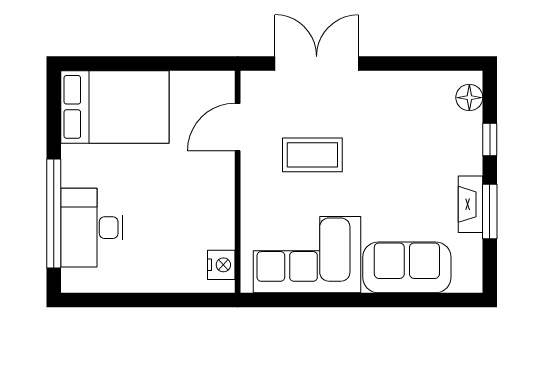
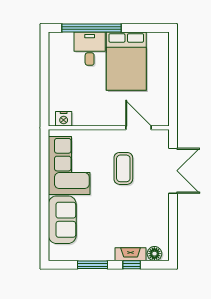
bed: (115, 107) -> (126, 61), moved
fireplace: (471, 204) -> (131, 254), moved
desk: (92, 228) -> (90, 49), width x0.73

